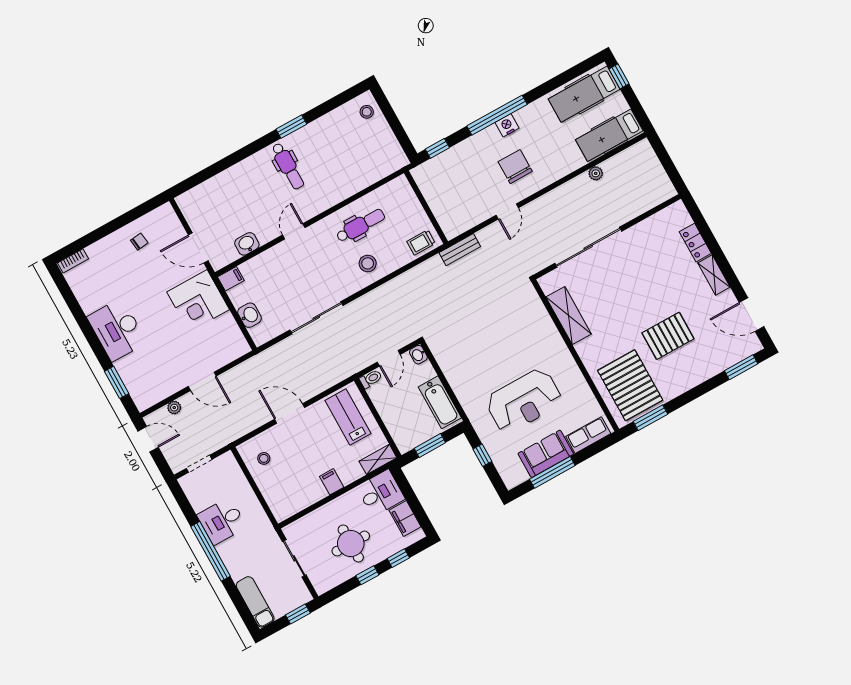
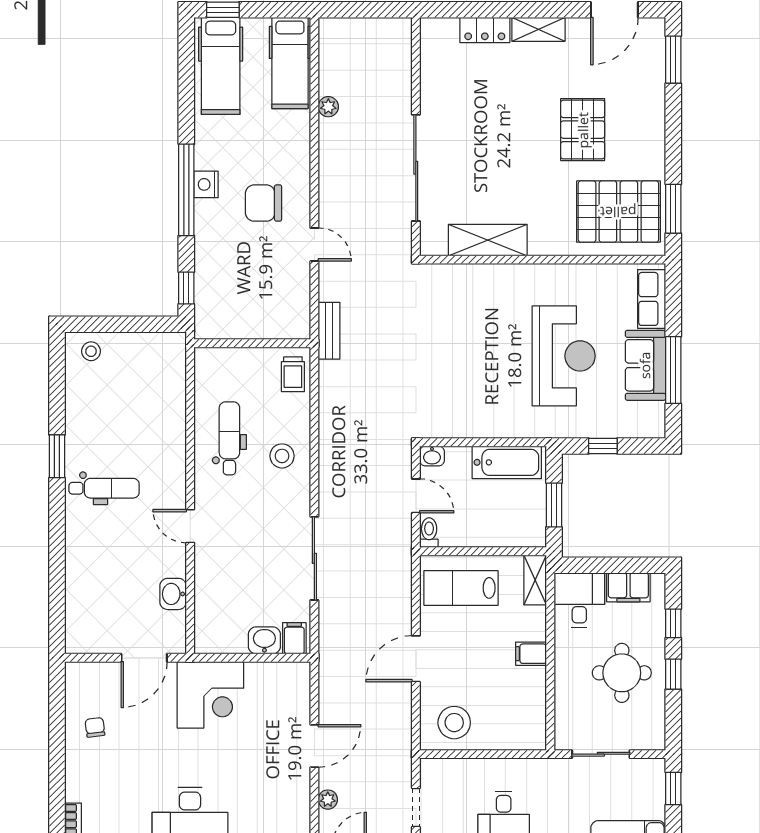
filing cabinet: (231, 279) -> (294, 638), moved
stool: (264, 458) -> (454, 723), width x1.89, depth x1.89

